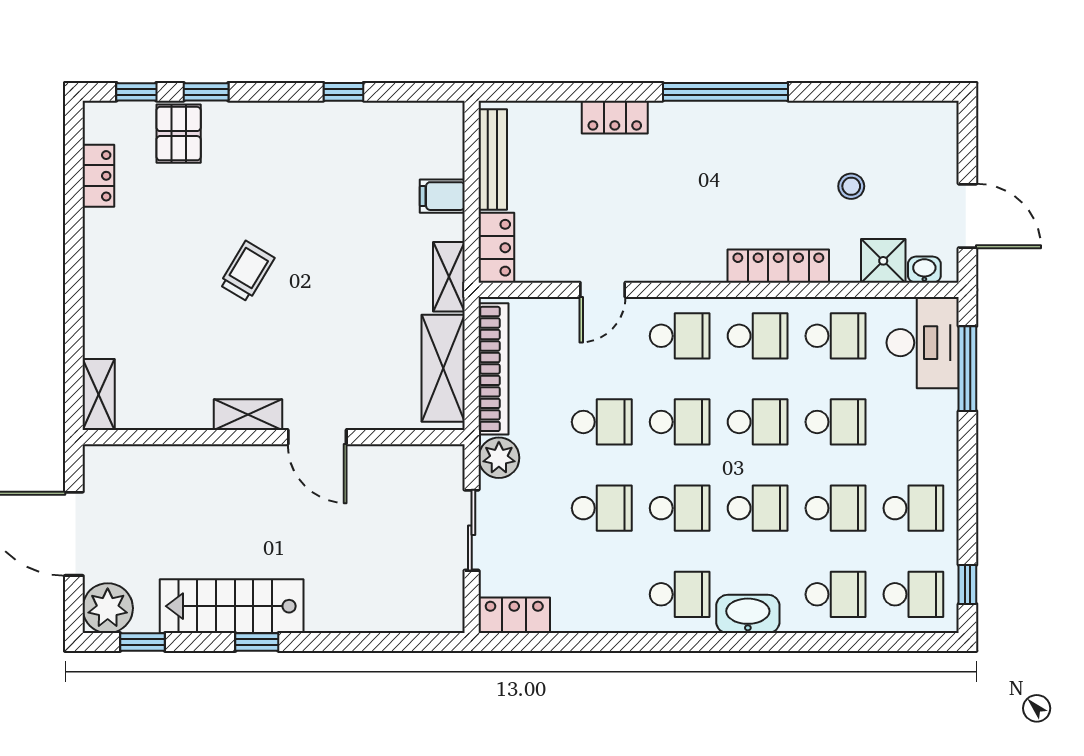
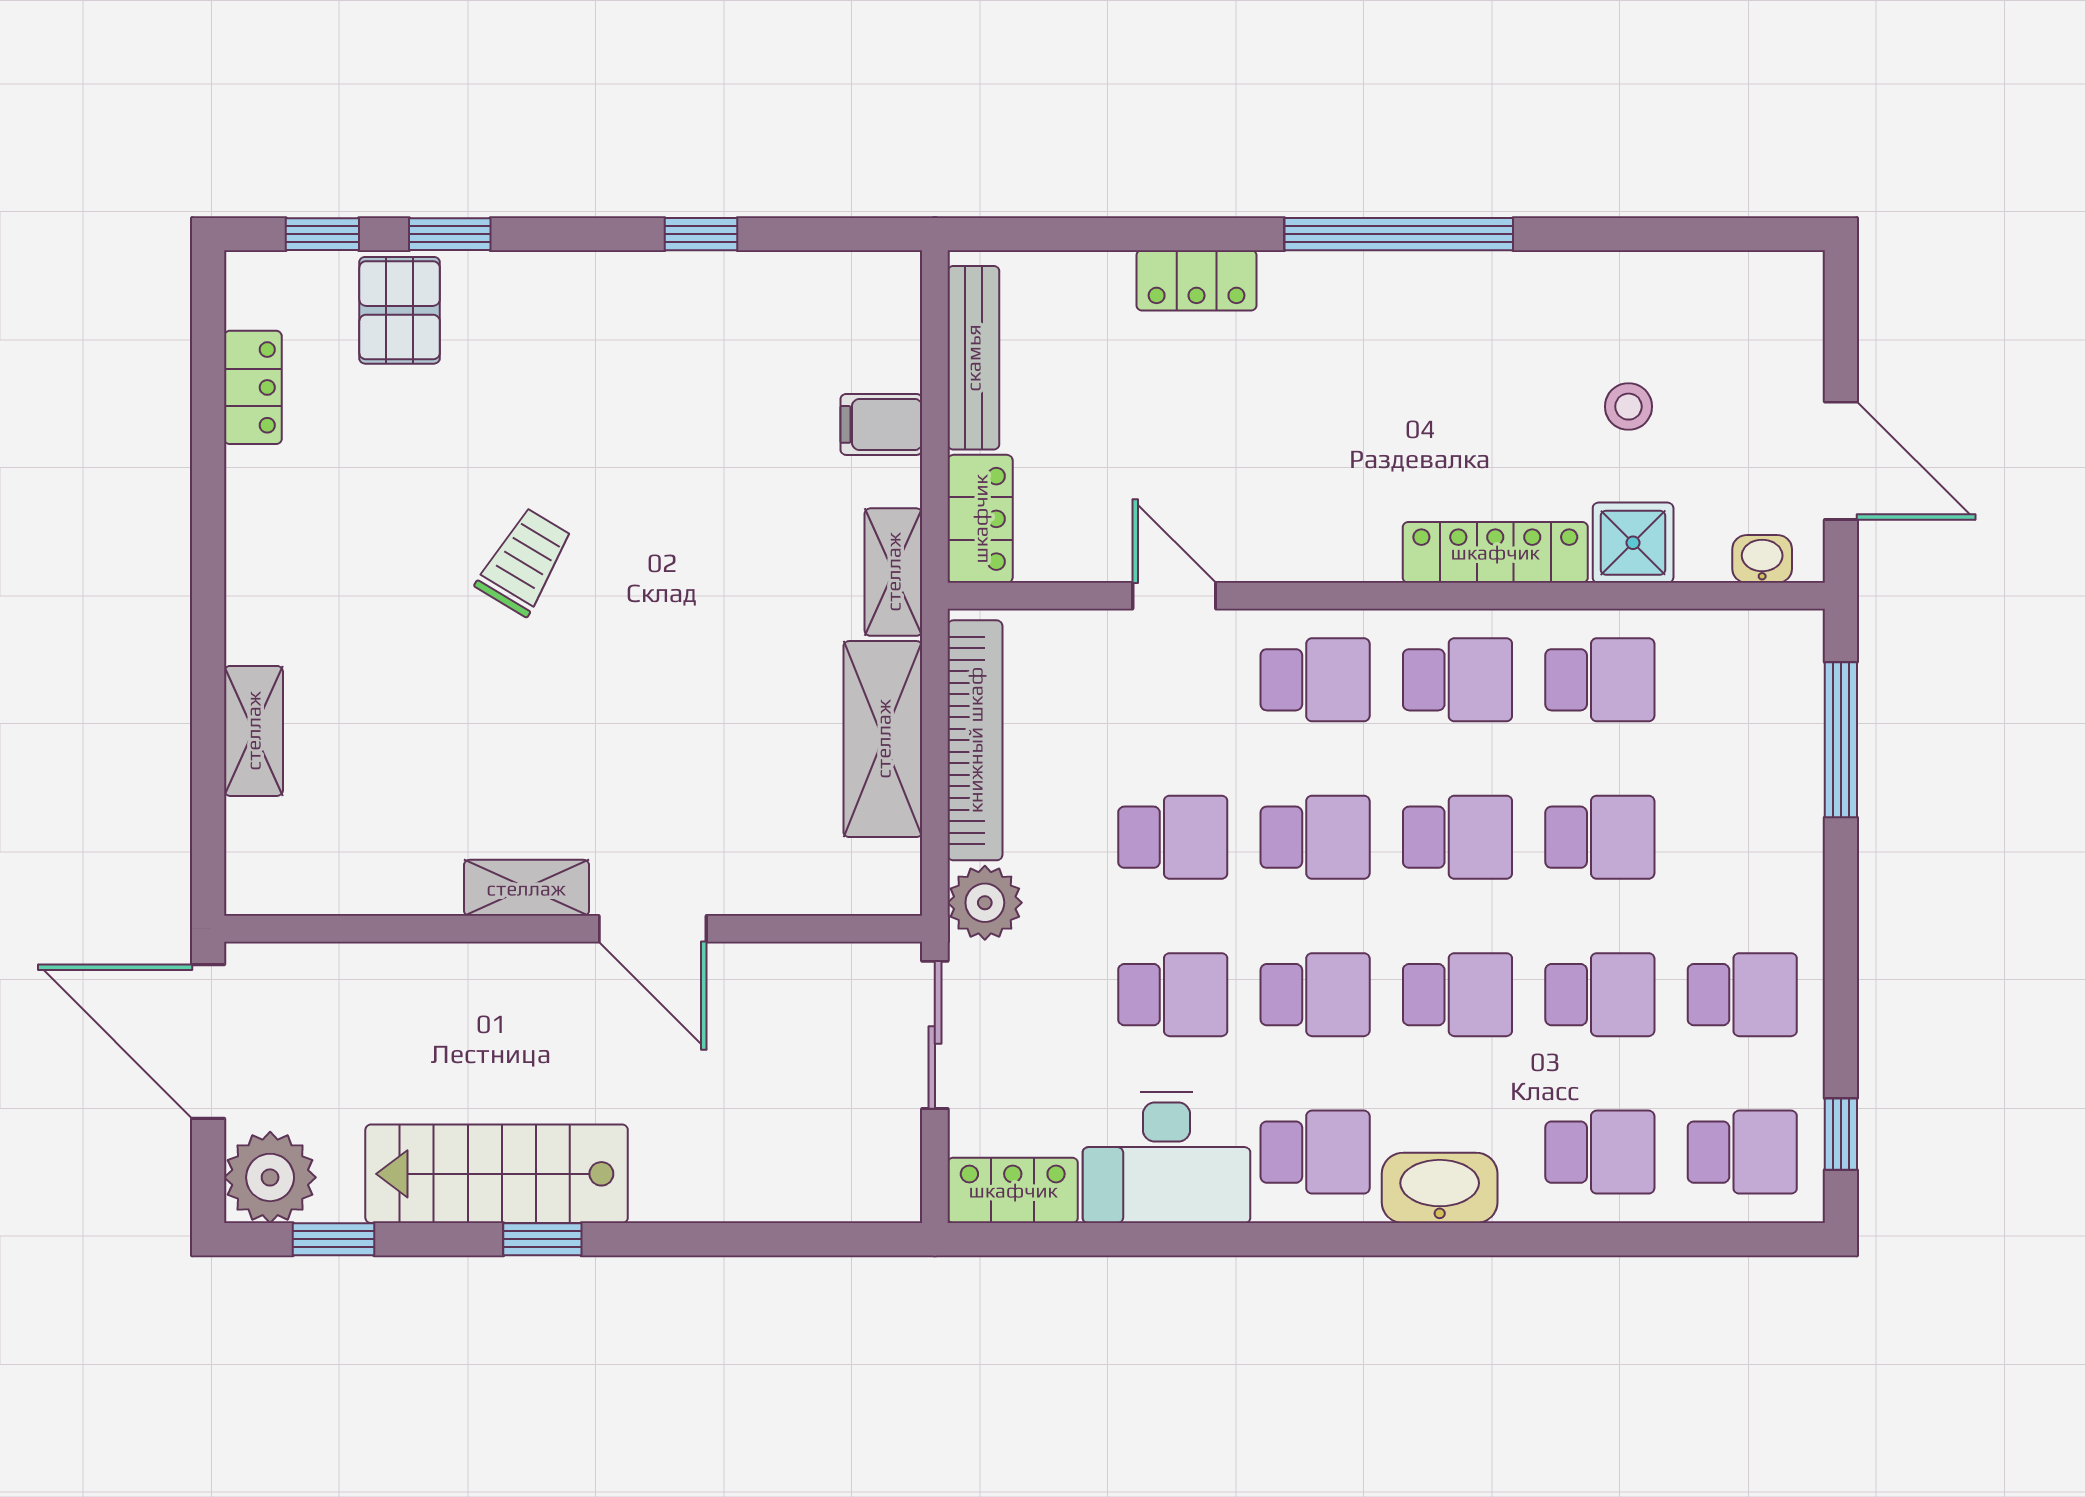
shower: (883, 261) -> (1633, 543), moved
door: (603, 290) -> (1174, 596), swing flipped
desk: (923, 343) -> (1167, 1158), moved, turned 90
shelving: (99, 394) -> (253, 731), moved
shelving: (248, 415) -> (526, 888), moved
wall: (274, 437) -> (573, 929), moved
door: (317, 437) -> (653, 929), moved

